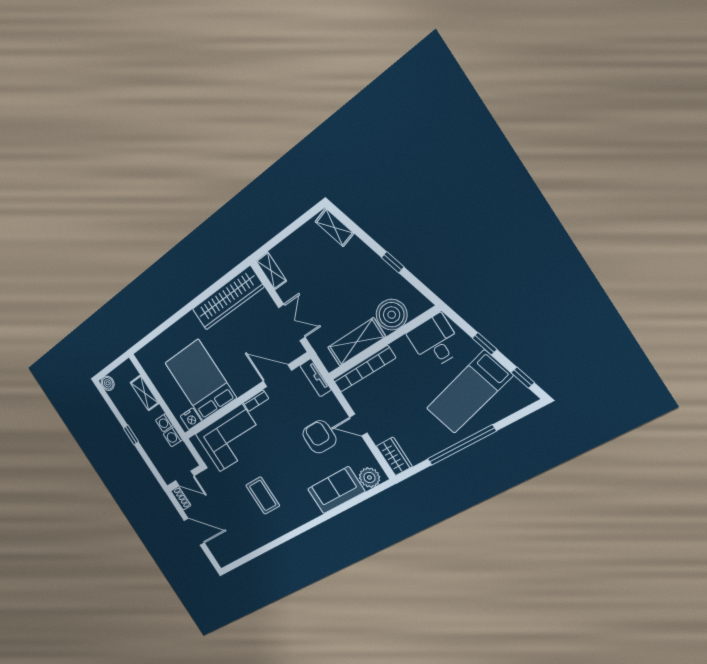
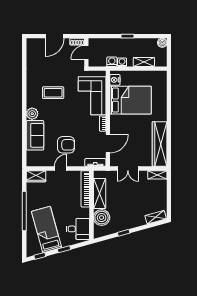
plant: (369, 478) -> (32, 114), moved

